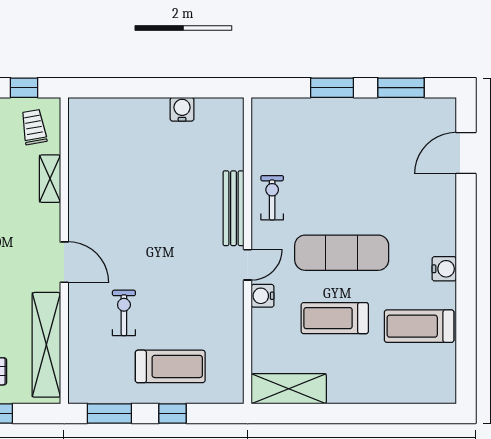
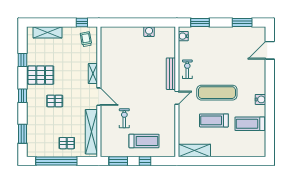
window: (332, 88) -> (200, 22), moved
shelving: (50, 179) -> (93, 74), moved
water cooler: (263, 296) -> (183, 36), moved

